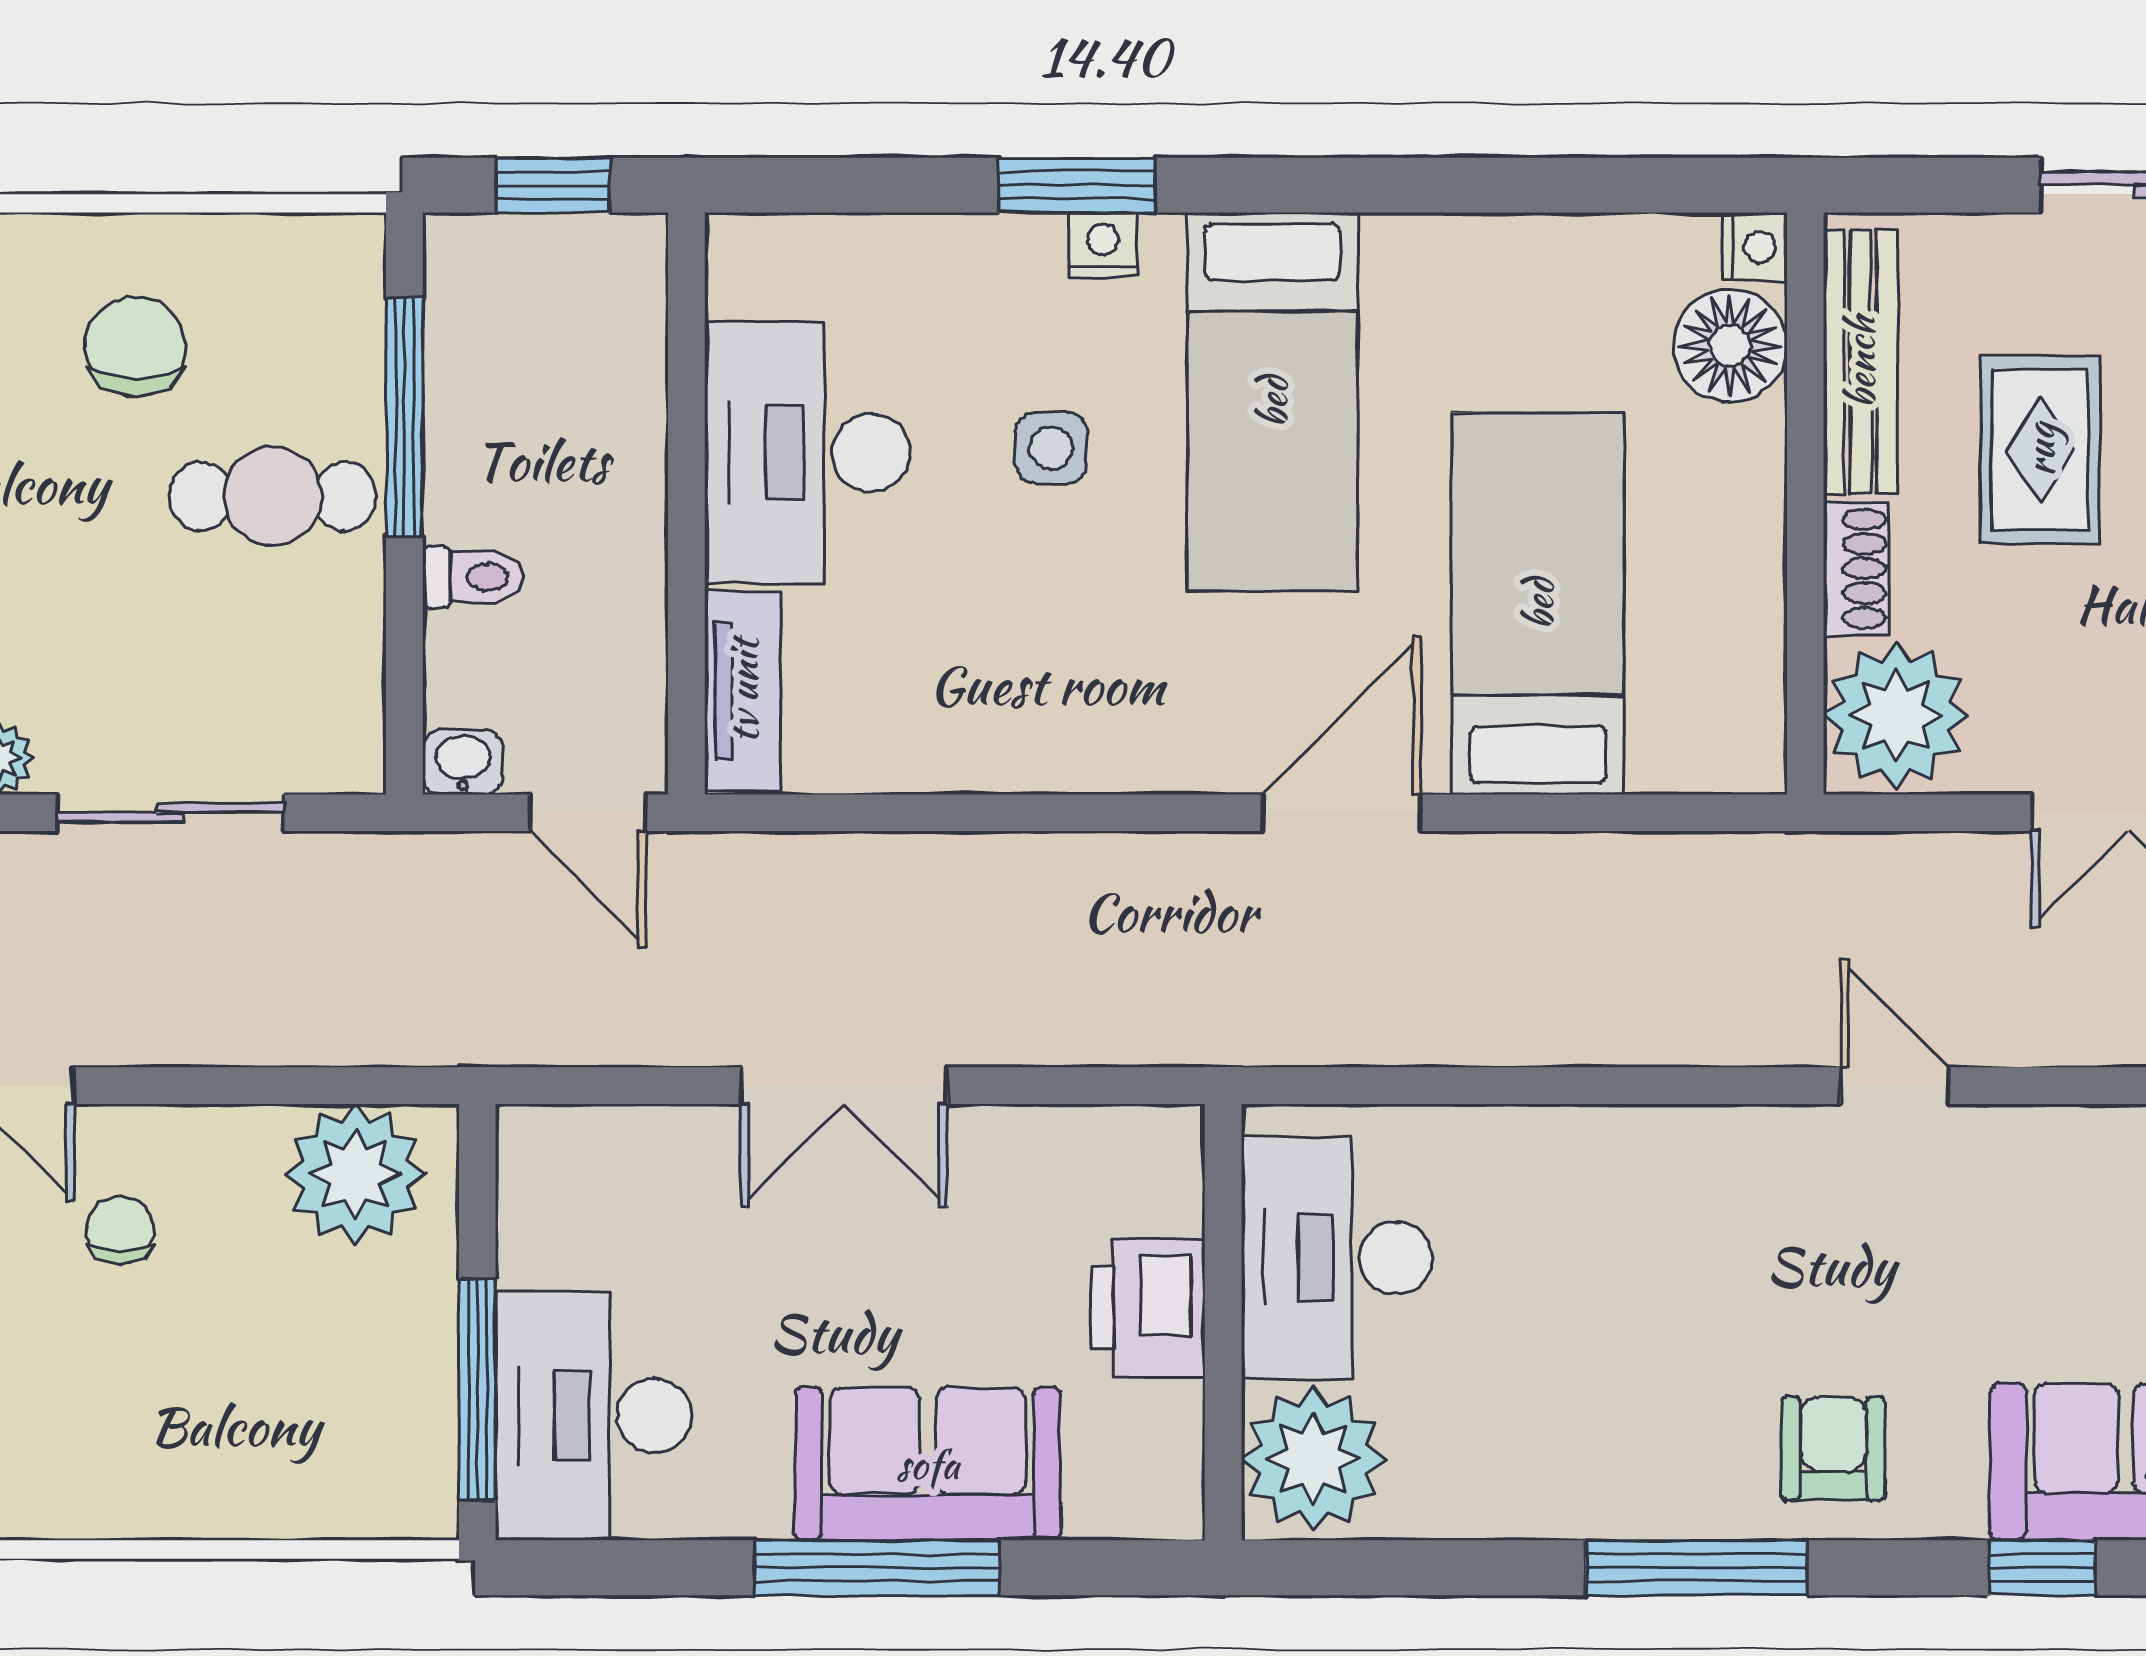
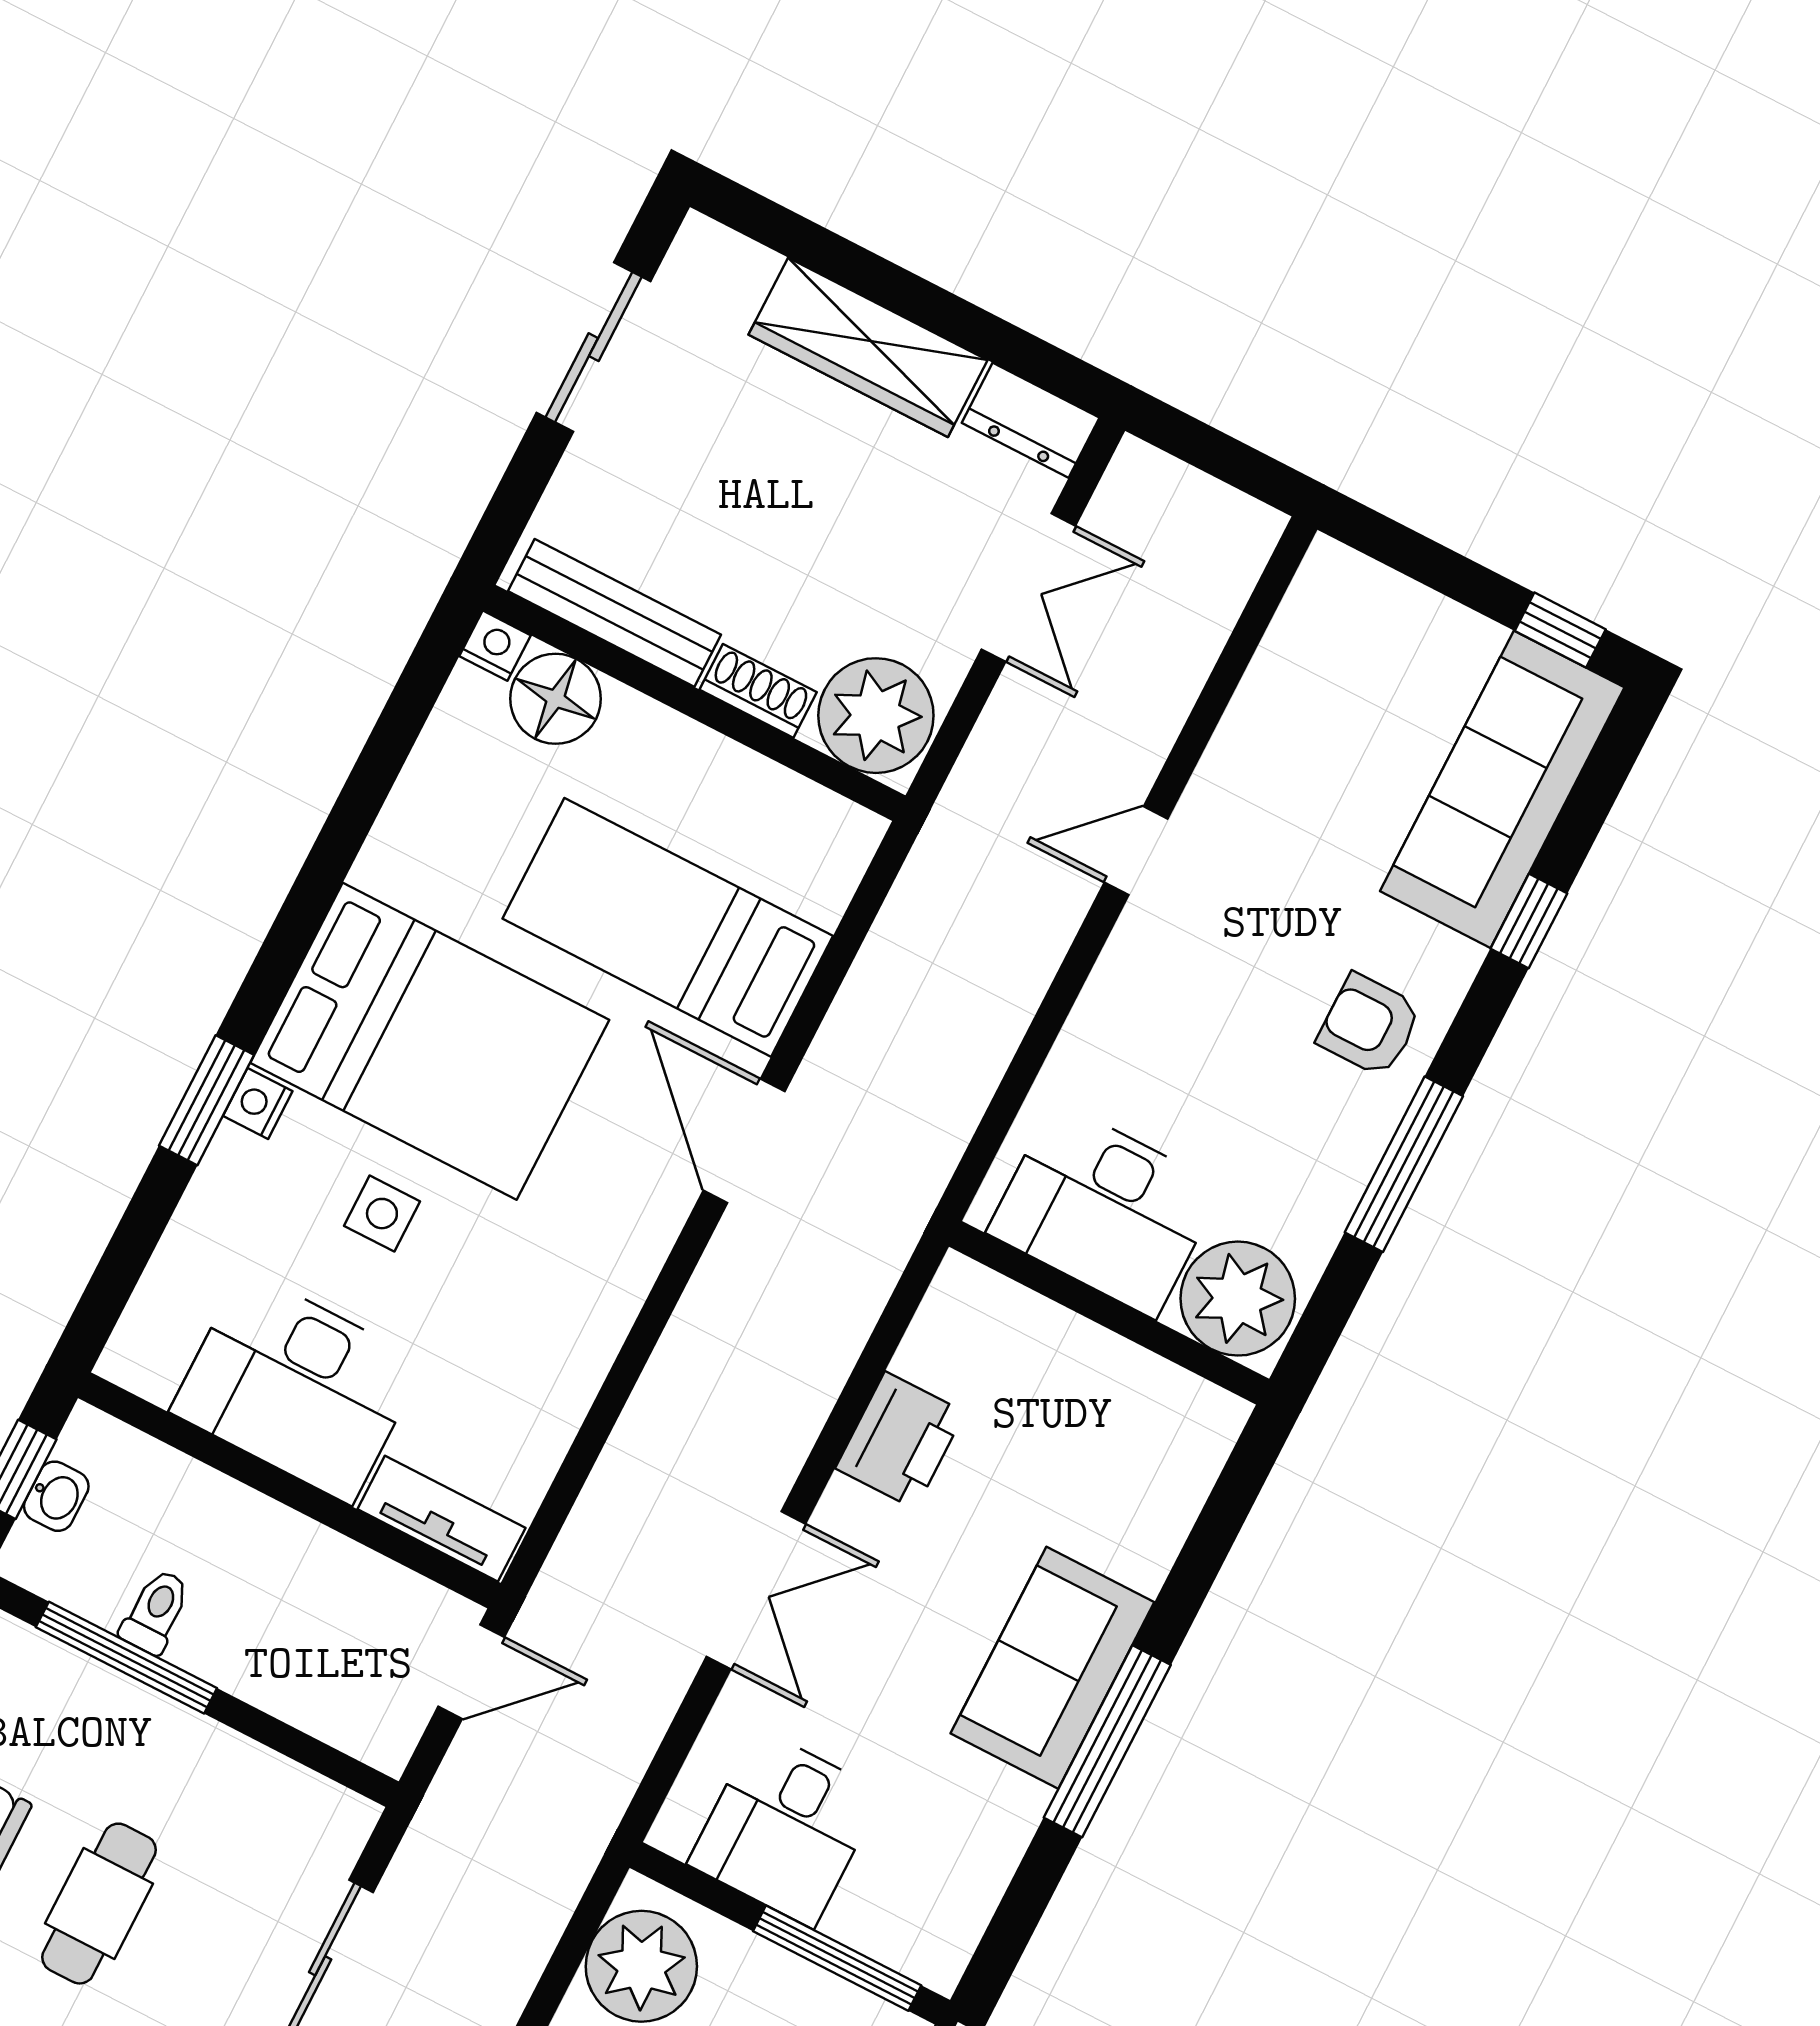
bed: (1272, 402) -> (430, 1041), width x1.50
rug: (2040, 450) -> (741, 518), removed
cafe table: (273, 496) -> (99, 1904), moved
toilet: (473, 577) -> (156, 1612), moved
washbasin: (463, 762) -> (56, 1496), moved, turned 180
desk: (1337, 1258) -> (1105, 1210), moved
printer: (1148, 1308) -> (900, 1440), moved, turned -90
wall: (1223, 1322) -> (1109, 1313), moved
desk: (593, 1416) -> (785, 1828), moved, width x0.73
plant: (1313, 1459) -> (1238, 1299), moved

